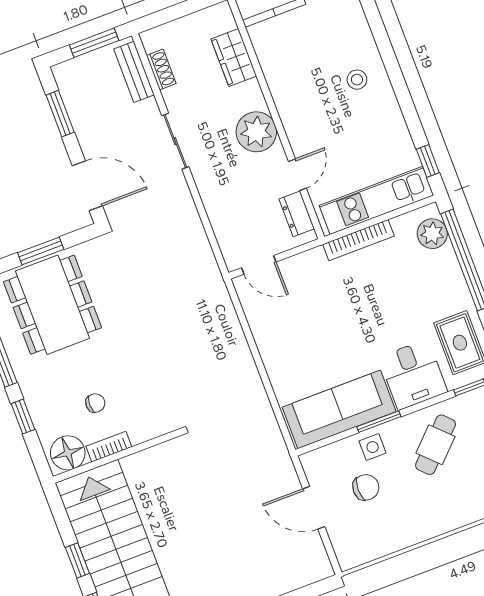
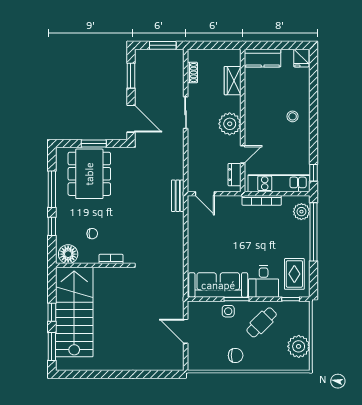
bench: (134, 72) -> (178, 196), moved
bookcase: (109, 447) -> (111, 259), moved
chair: (366, 487) -> (236, 355), moved

